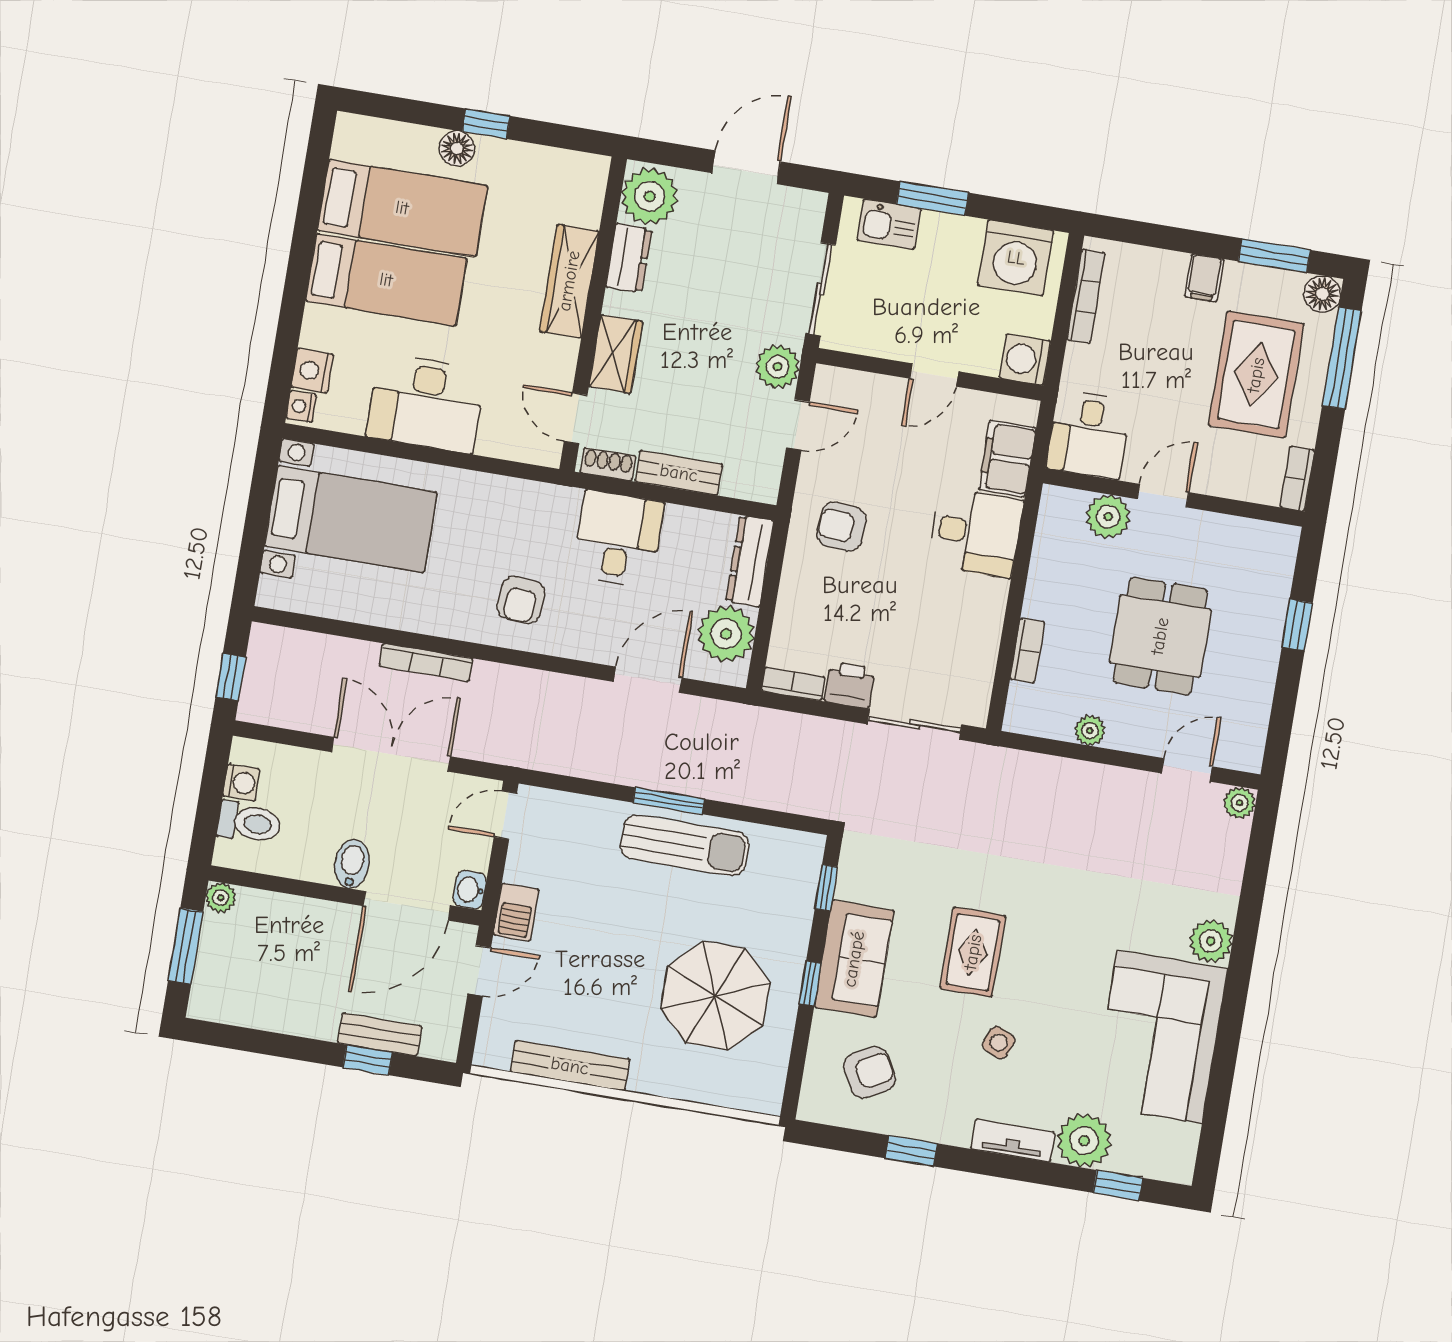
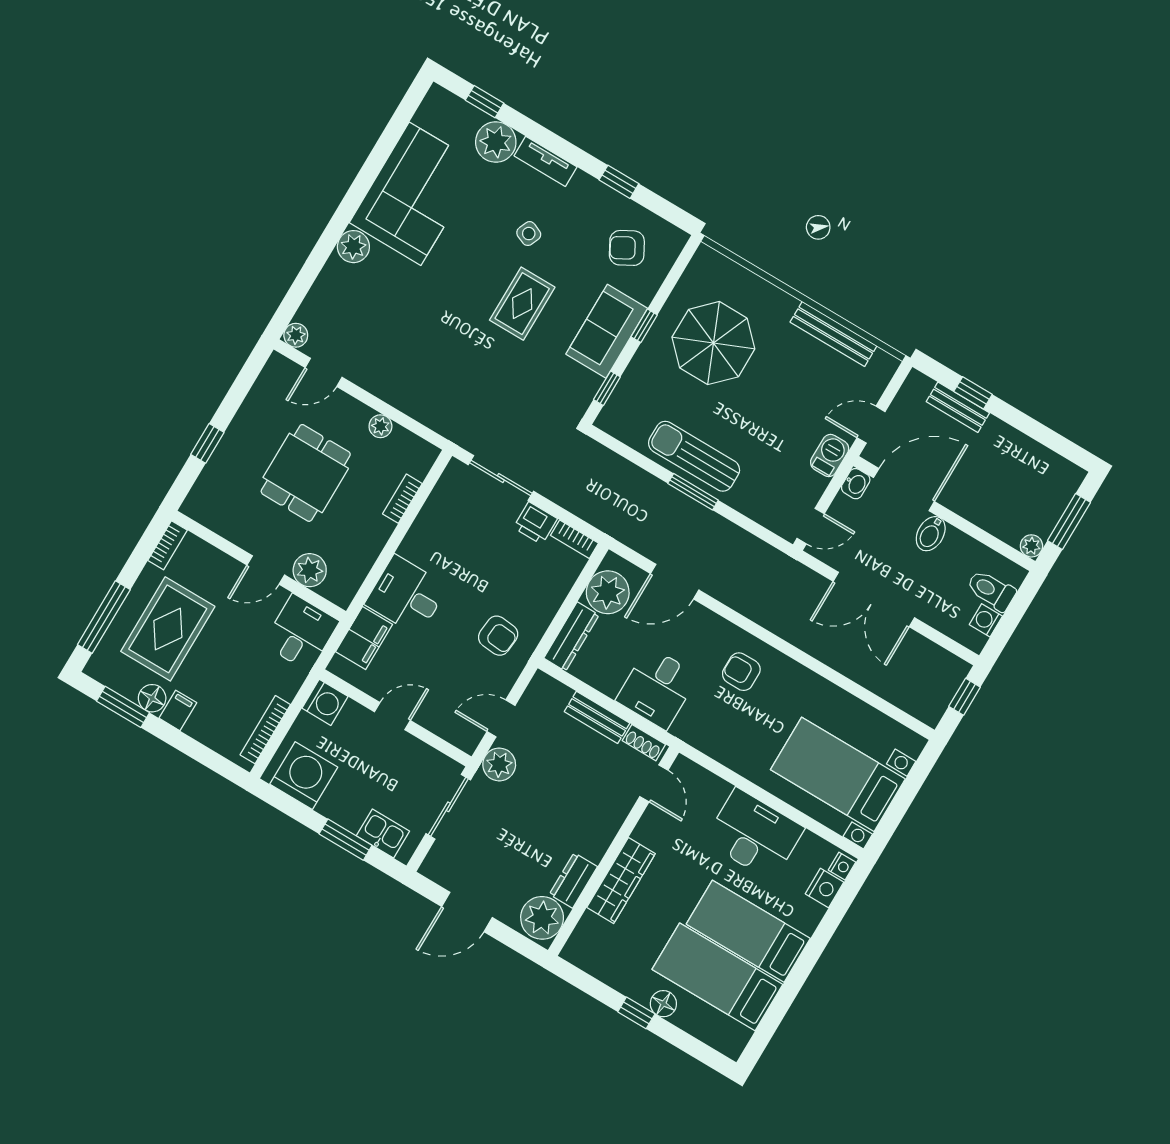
floor lamp: (1322, 294) -> (152, 698), moved
wardrobe: (616, 354) -> (608, 817), removed
armchair: (521, 600) -> (741, 672), turned -94
bookcase: (426, 662) -> (824, 654), removed

